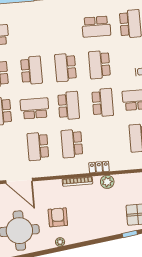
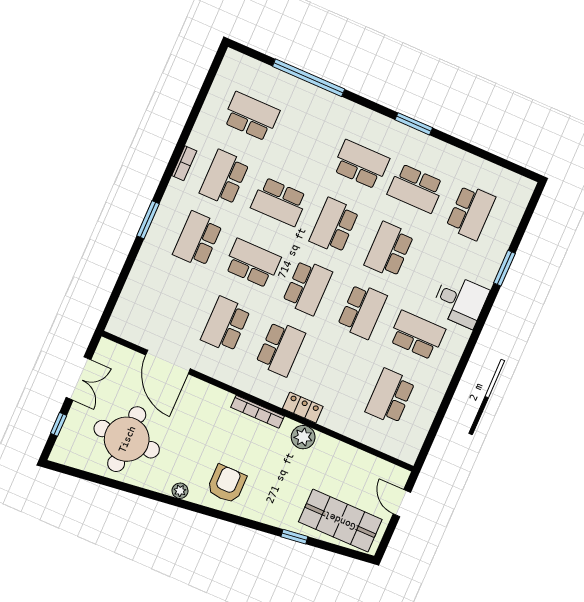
school desk: (62, 29) -> (361, 164), added
school desk: (31, 70) -> (279, 202), turned 90
school desk: (72, 144) -> (280, 349), turned 180
armchair: (58, 217) -> (227, 484), moved

